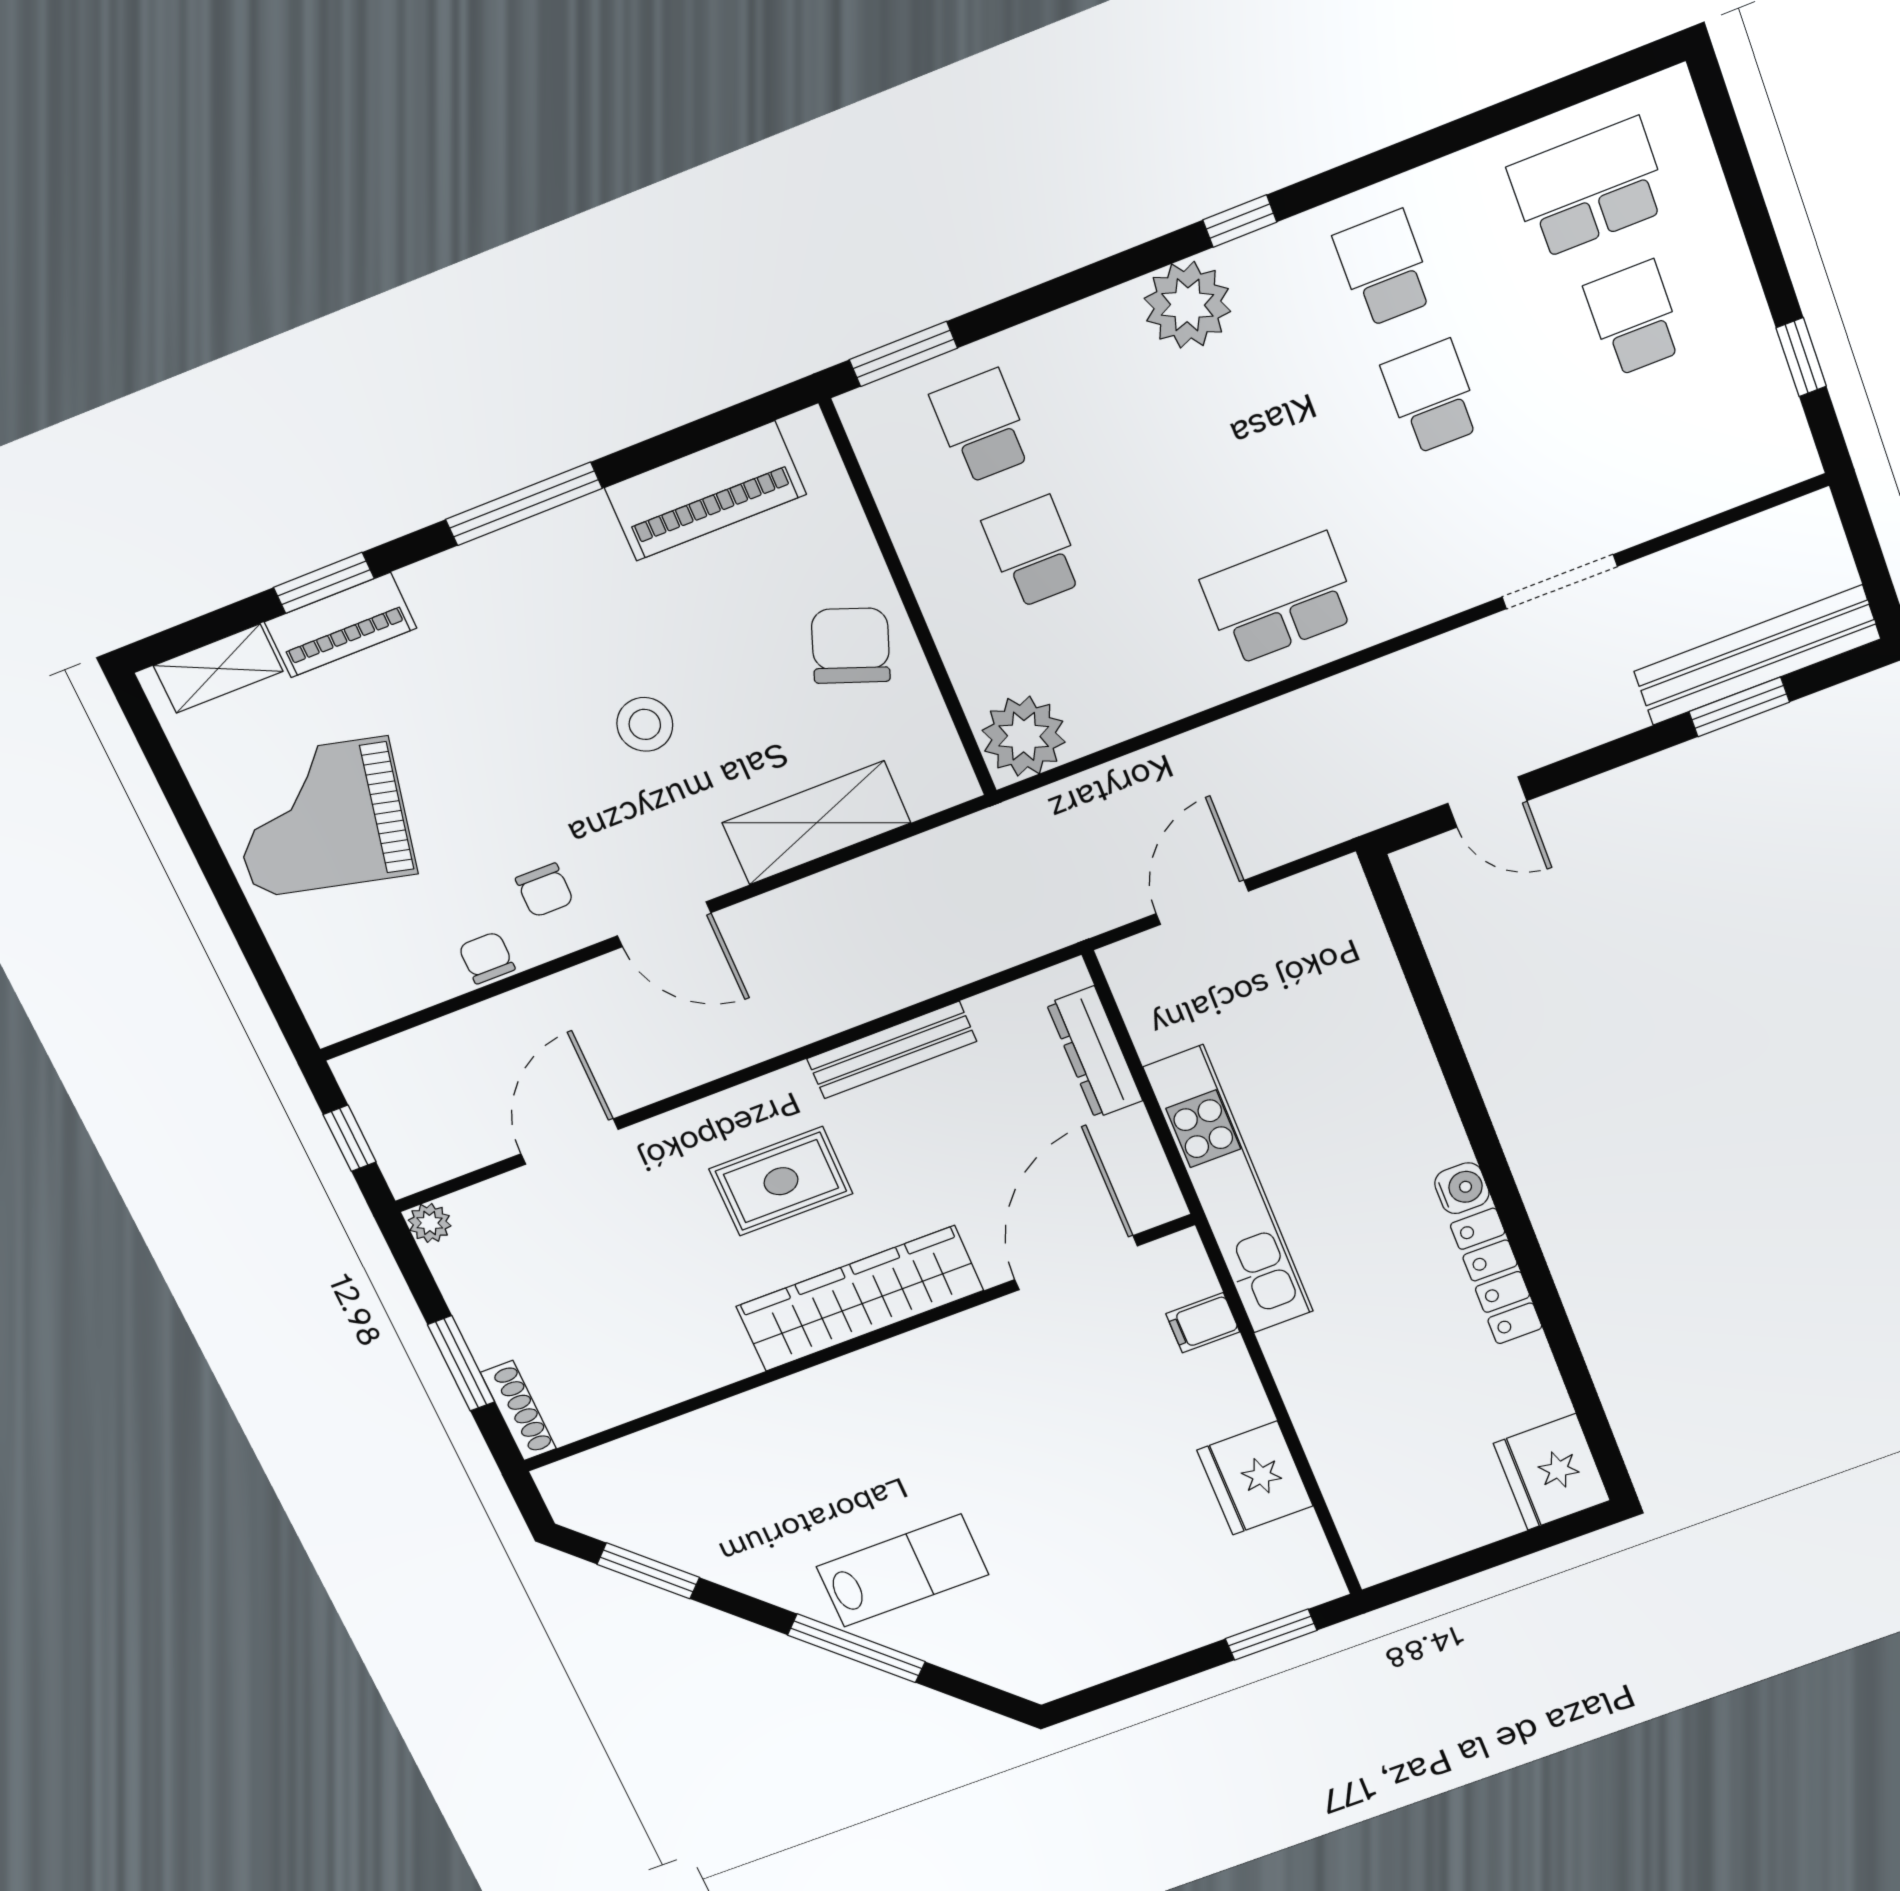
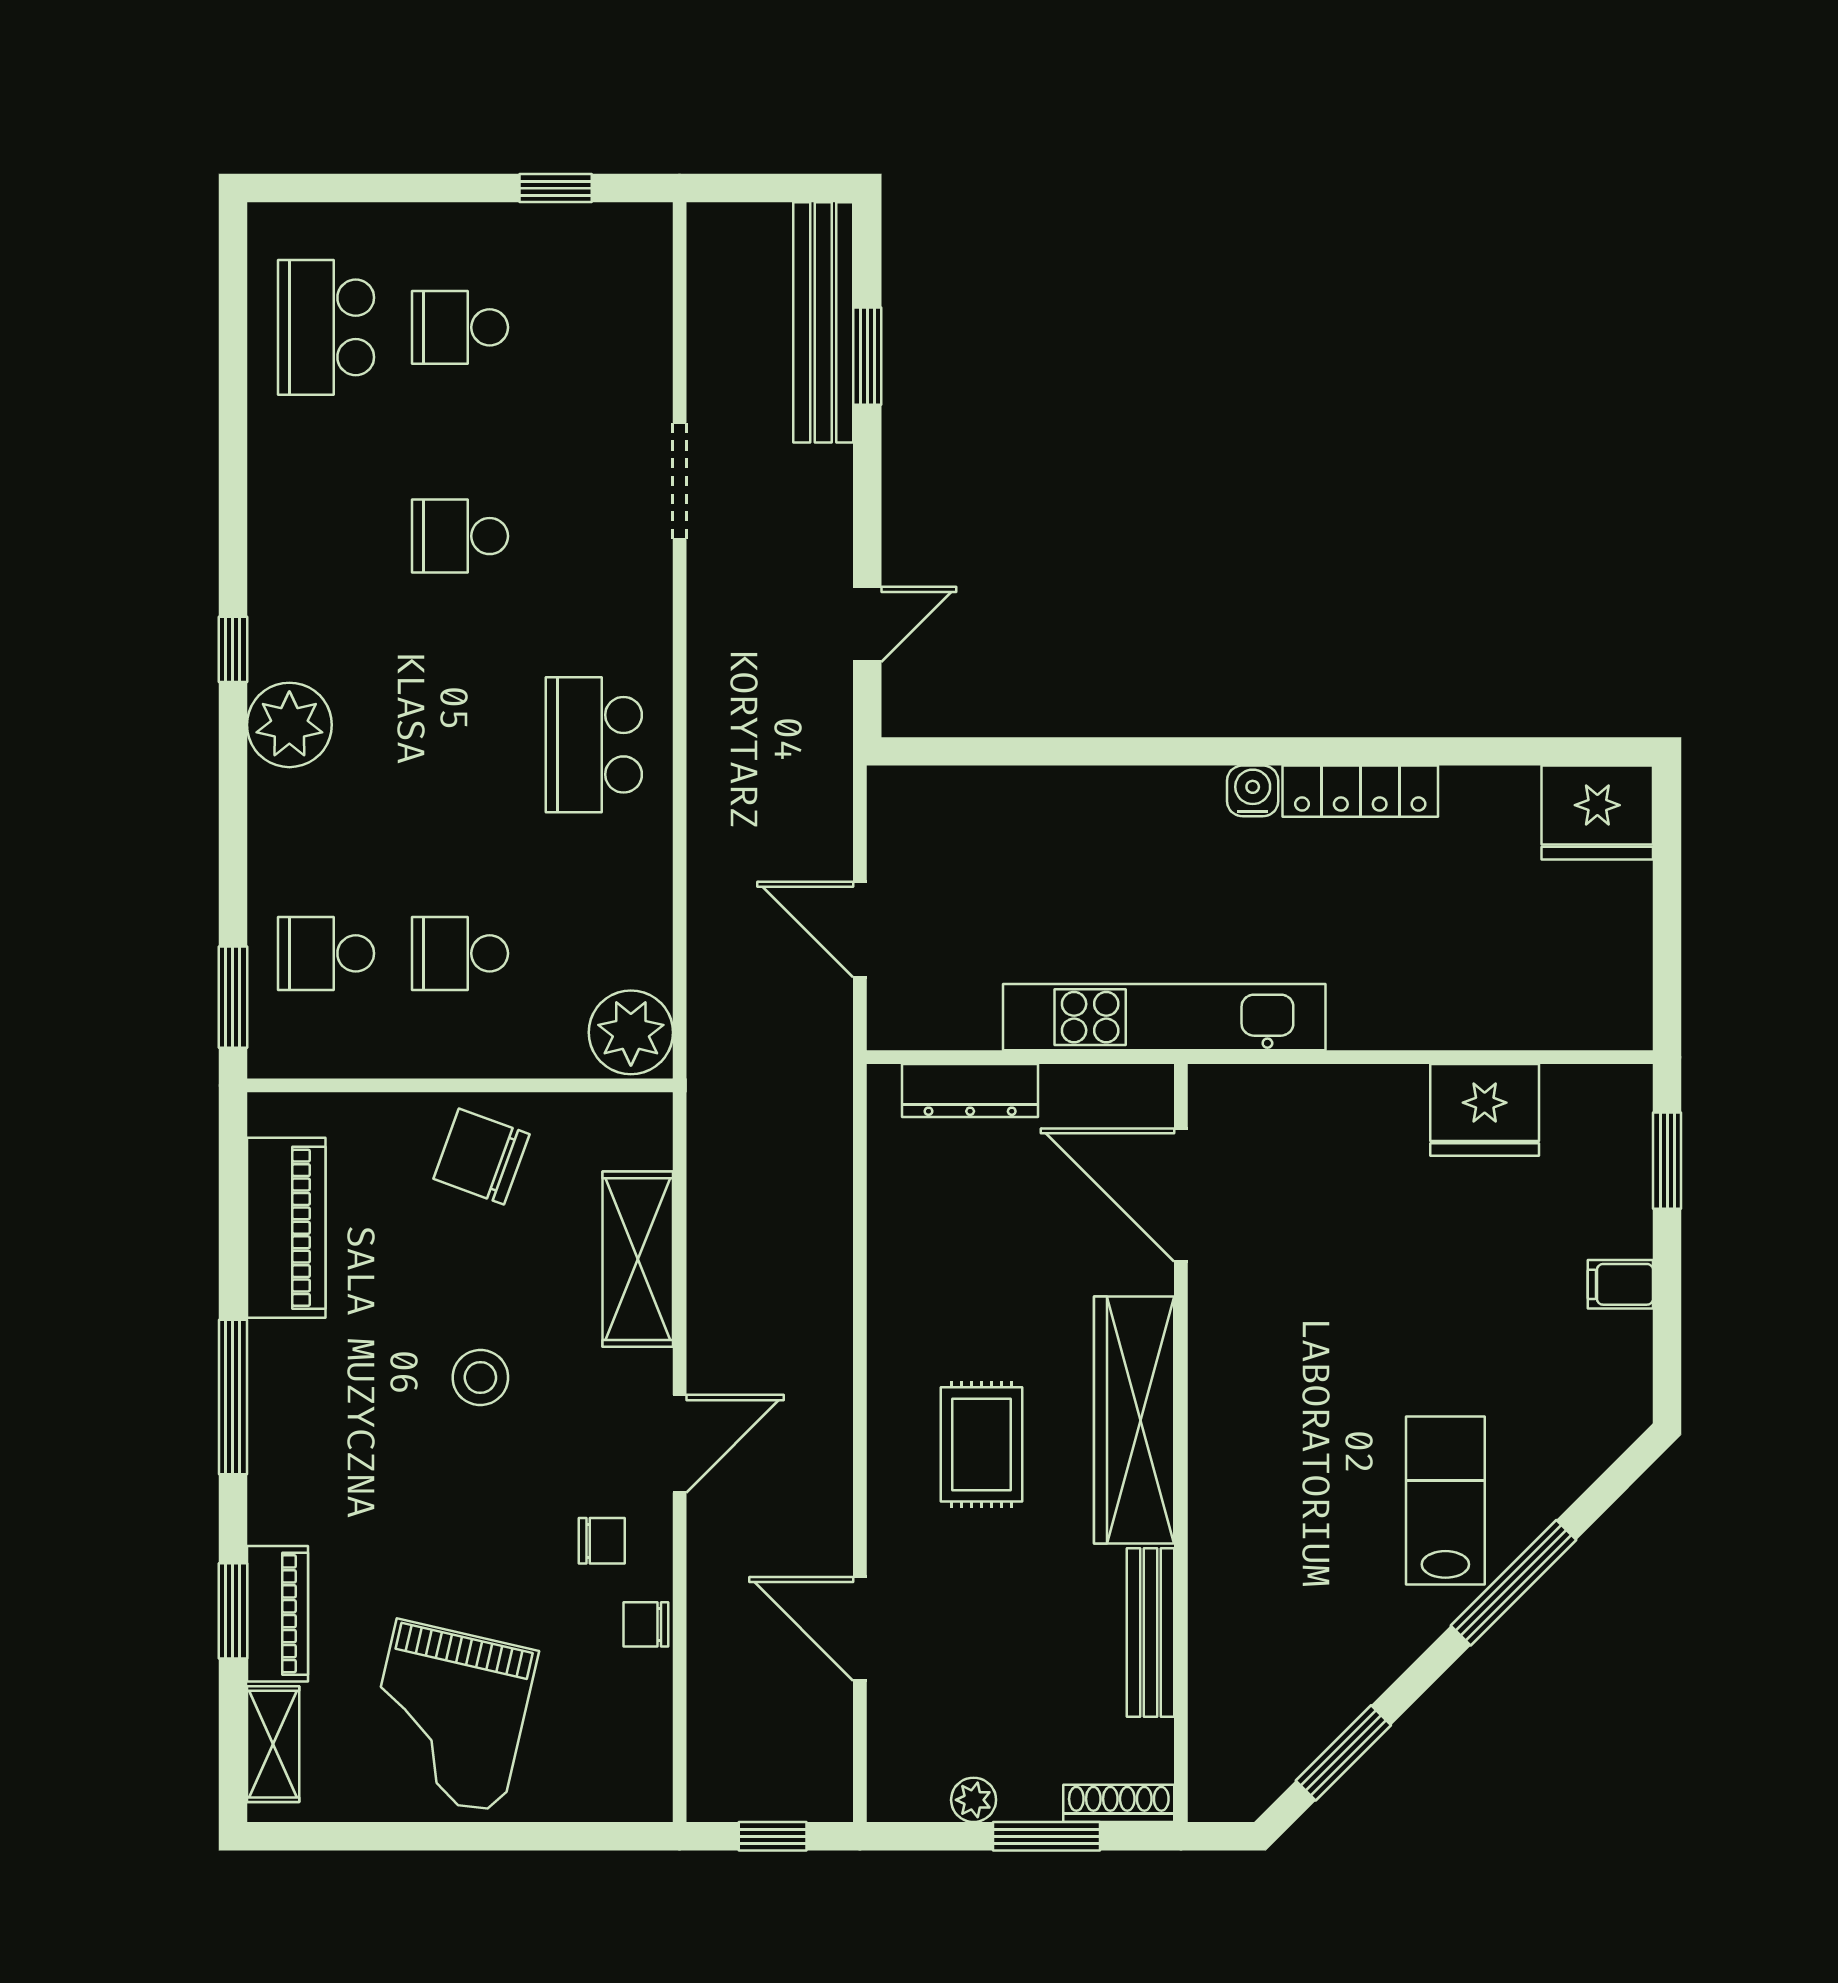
school desk: (1384, 268) -> (326, 536), removed
bench: (892, 1050) -> (1151, 1633), moved
plant: (430, 1223) -> (974, 1800), moved
filing cabinet: (1203, 1323) -> (1620, 1284), moved, turned 90

